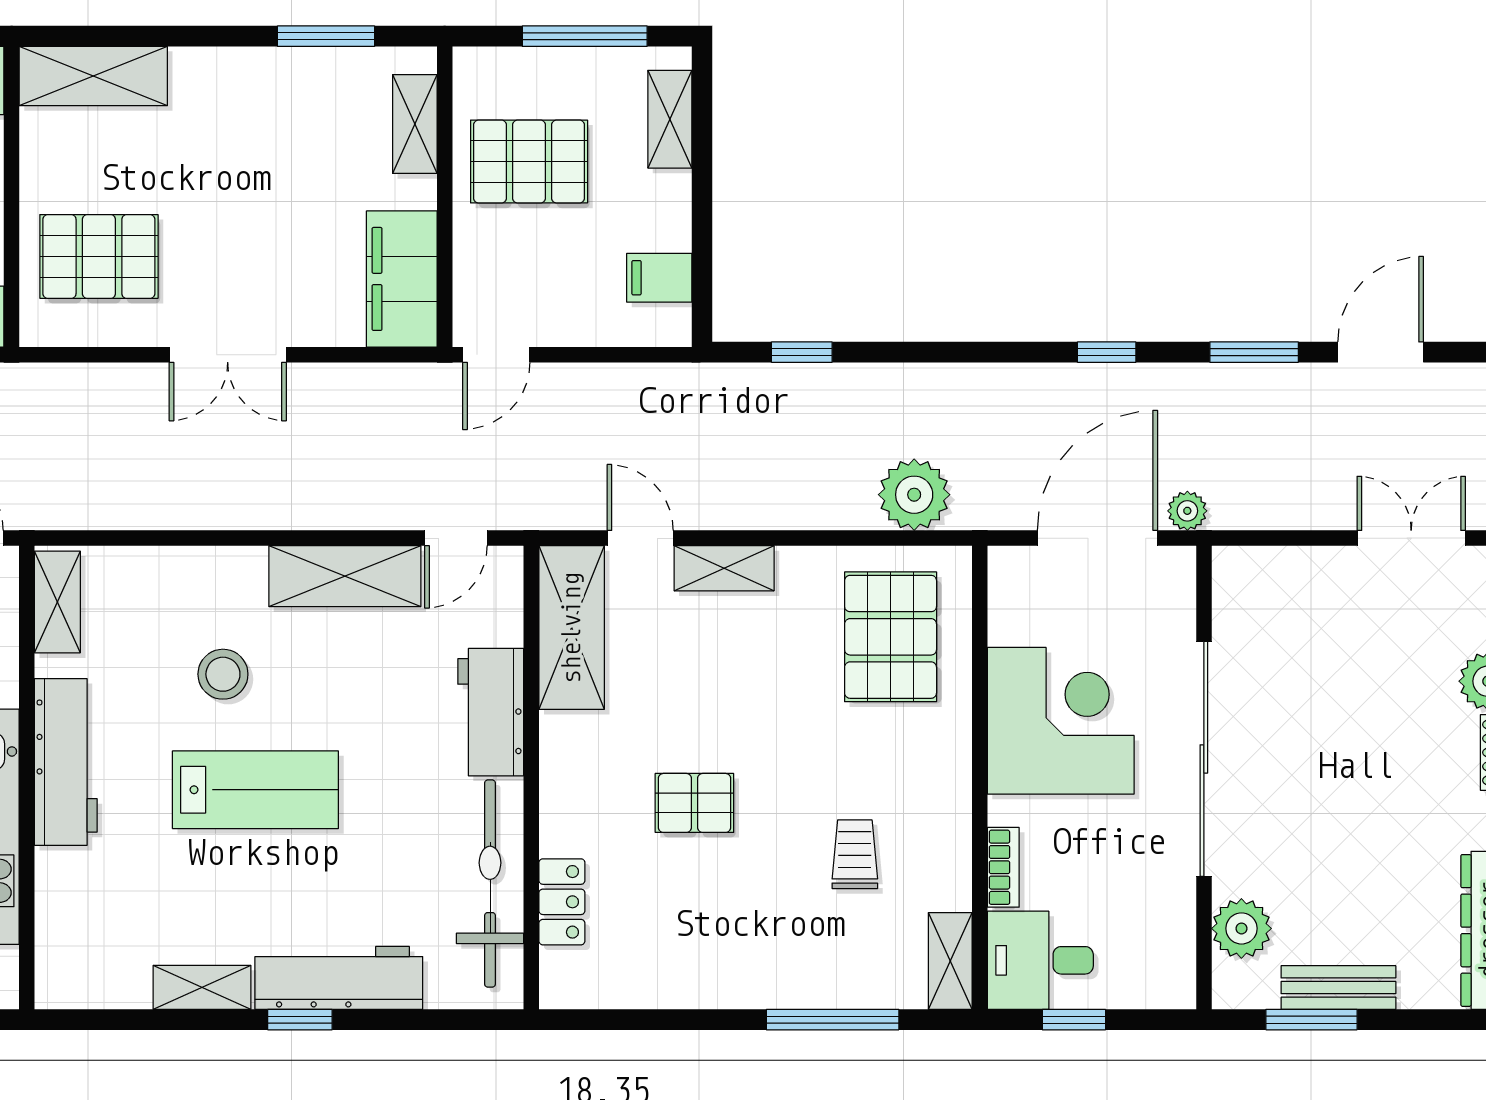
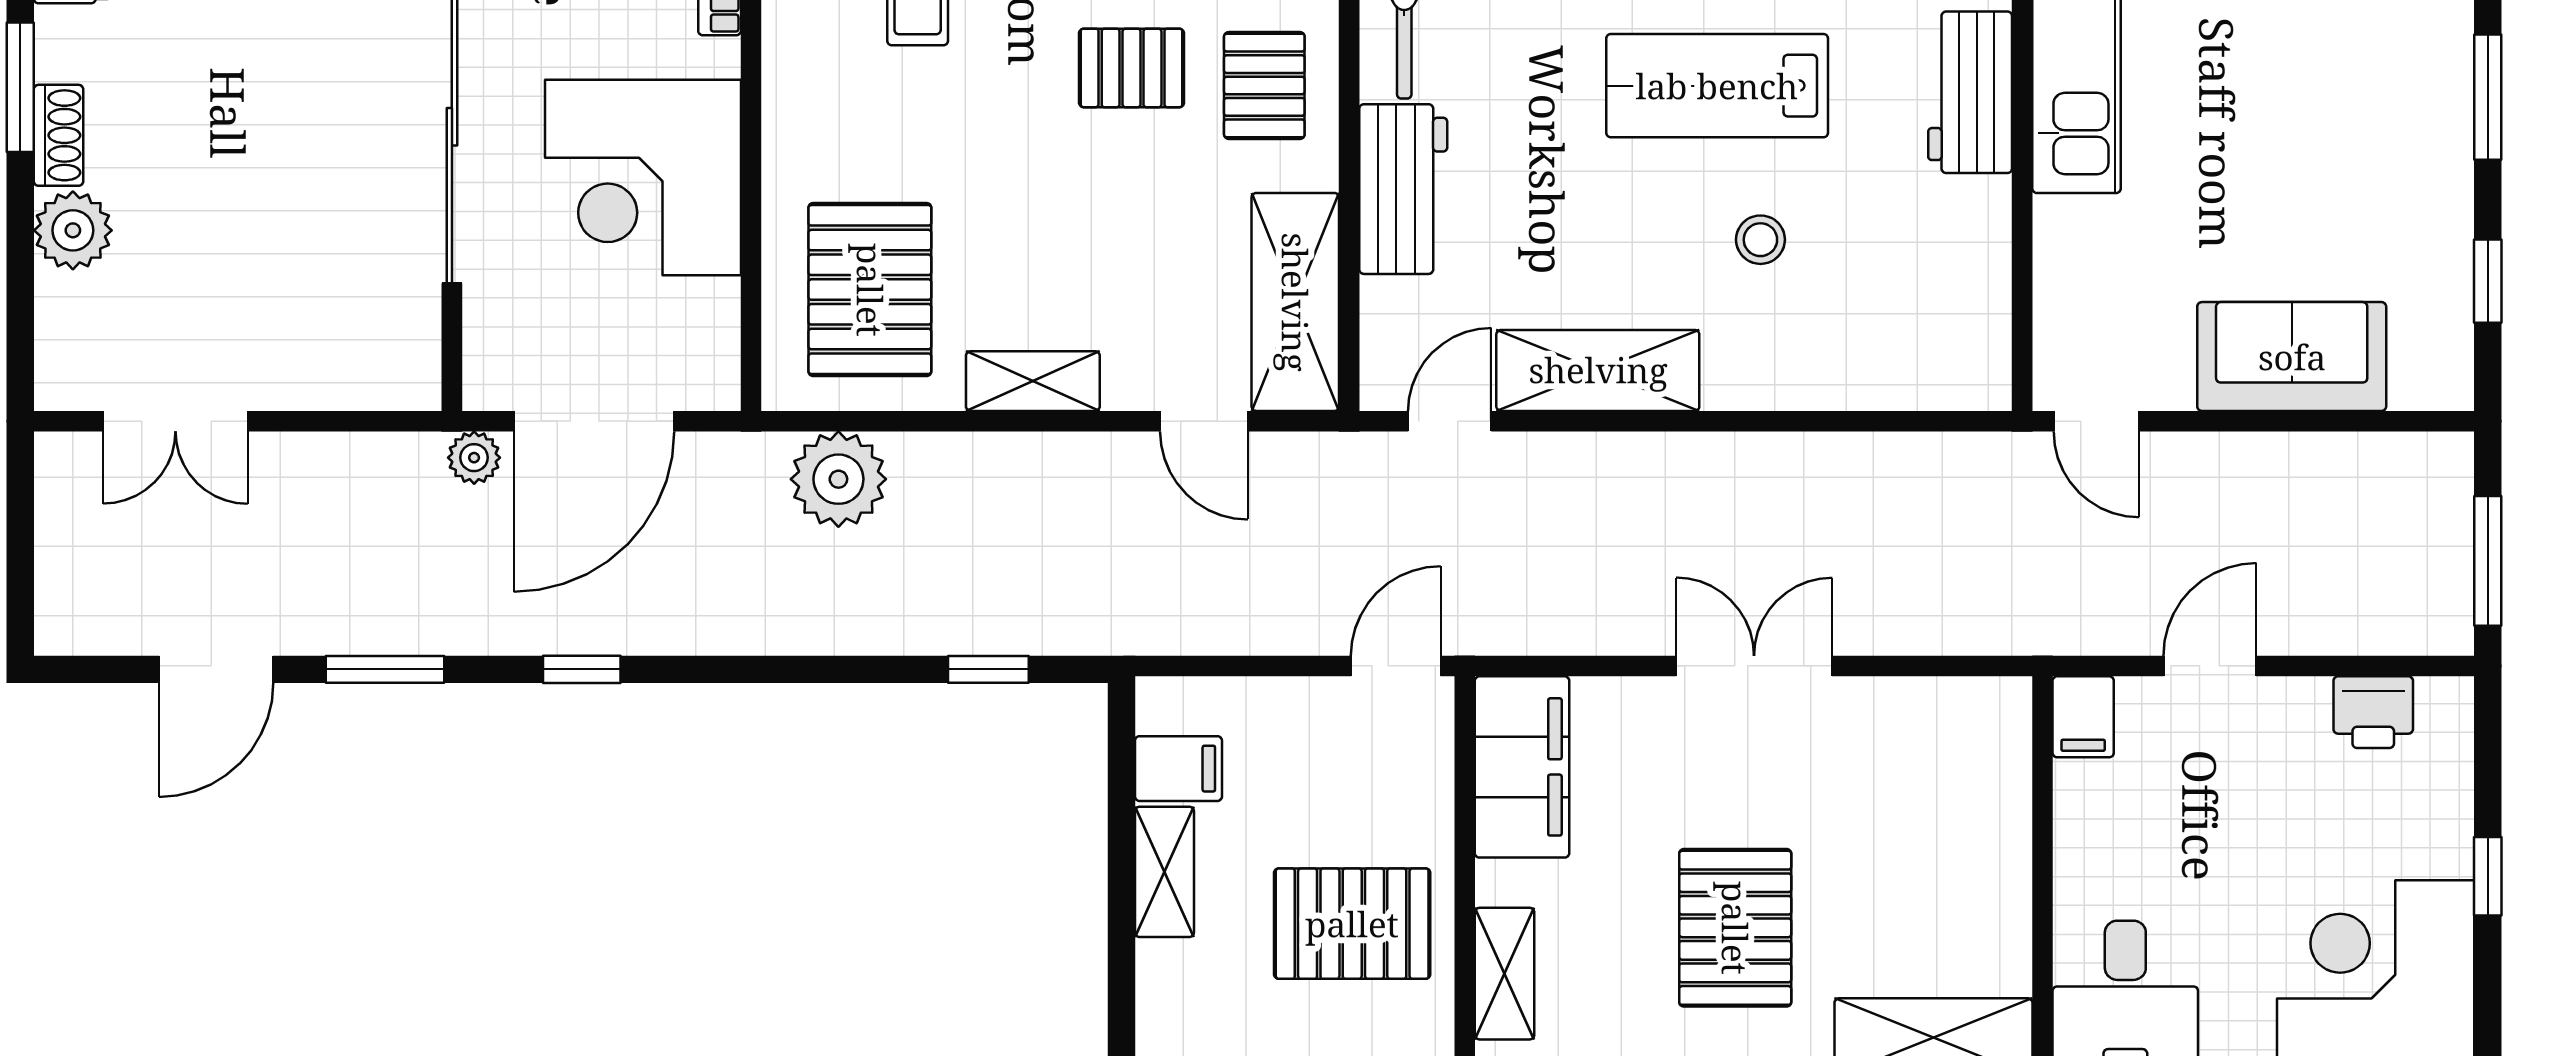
shelving: (670, 119) -> (1164, 872), moved
pallet: (99, 256) -> (1735, 928), moved, turned 90
shelving: (724, 568) -> (1033, 381), moved
shelving: (57, 602) -> (1981, 336), removed
stool: (223, 674) -> (1760, 240), width x0.73, depth x0.73
workbench: (66, 762) -> (1970, 92), width x0.73
pallet: (595, 790) -> (1264, 86), added

